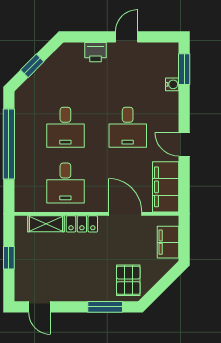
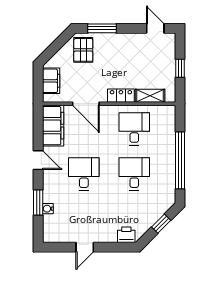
printer: (96, 52) -> (126, 235), moved
window: (184, 69) -> (38, 202), moved

